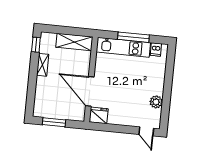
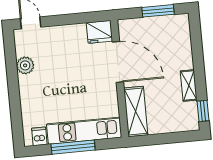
shelving: (74, 42) -> (136, 112), moved, turned 90

